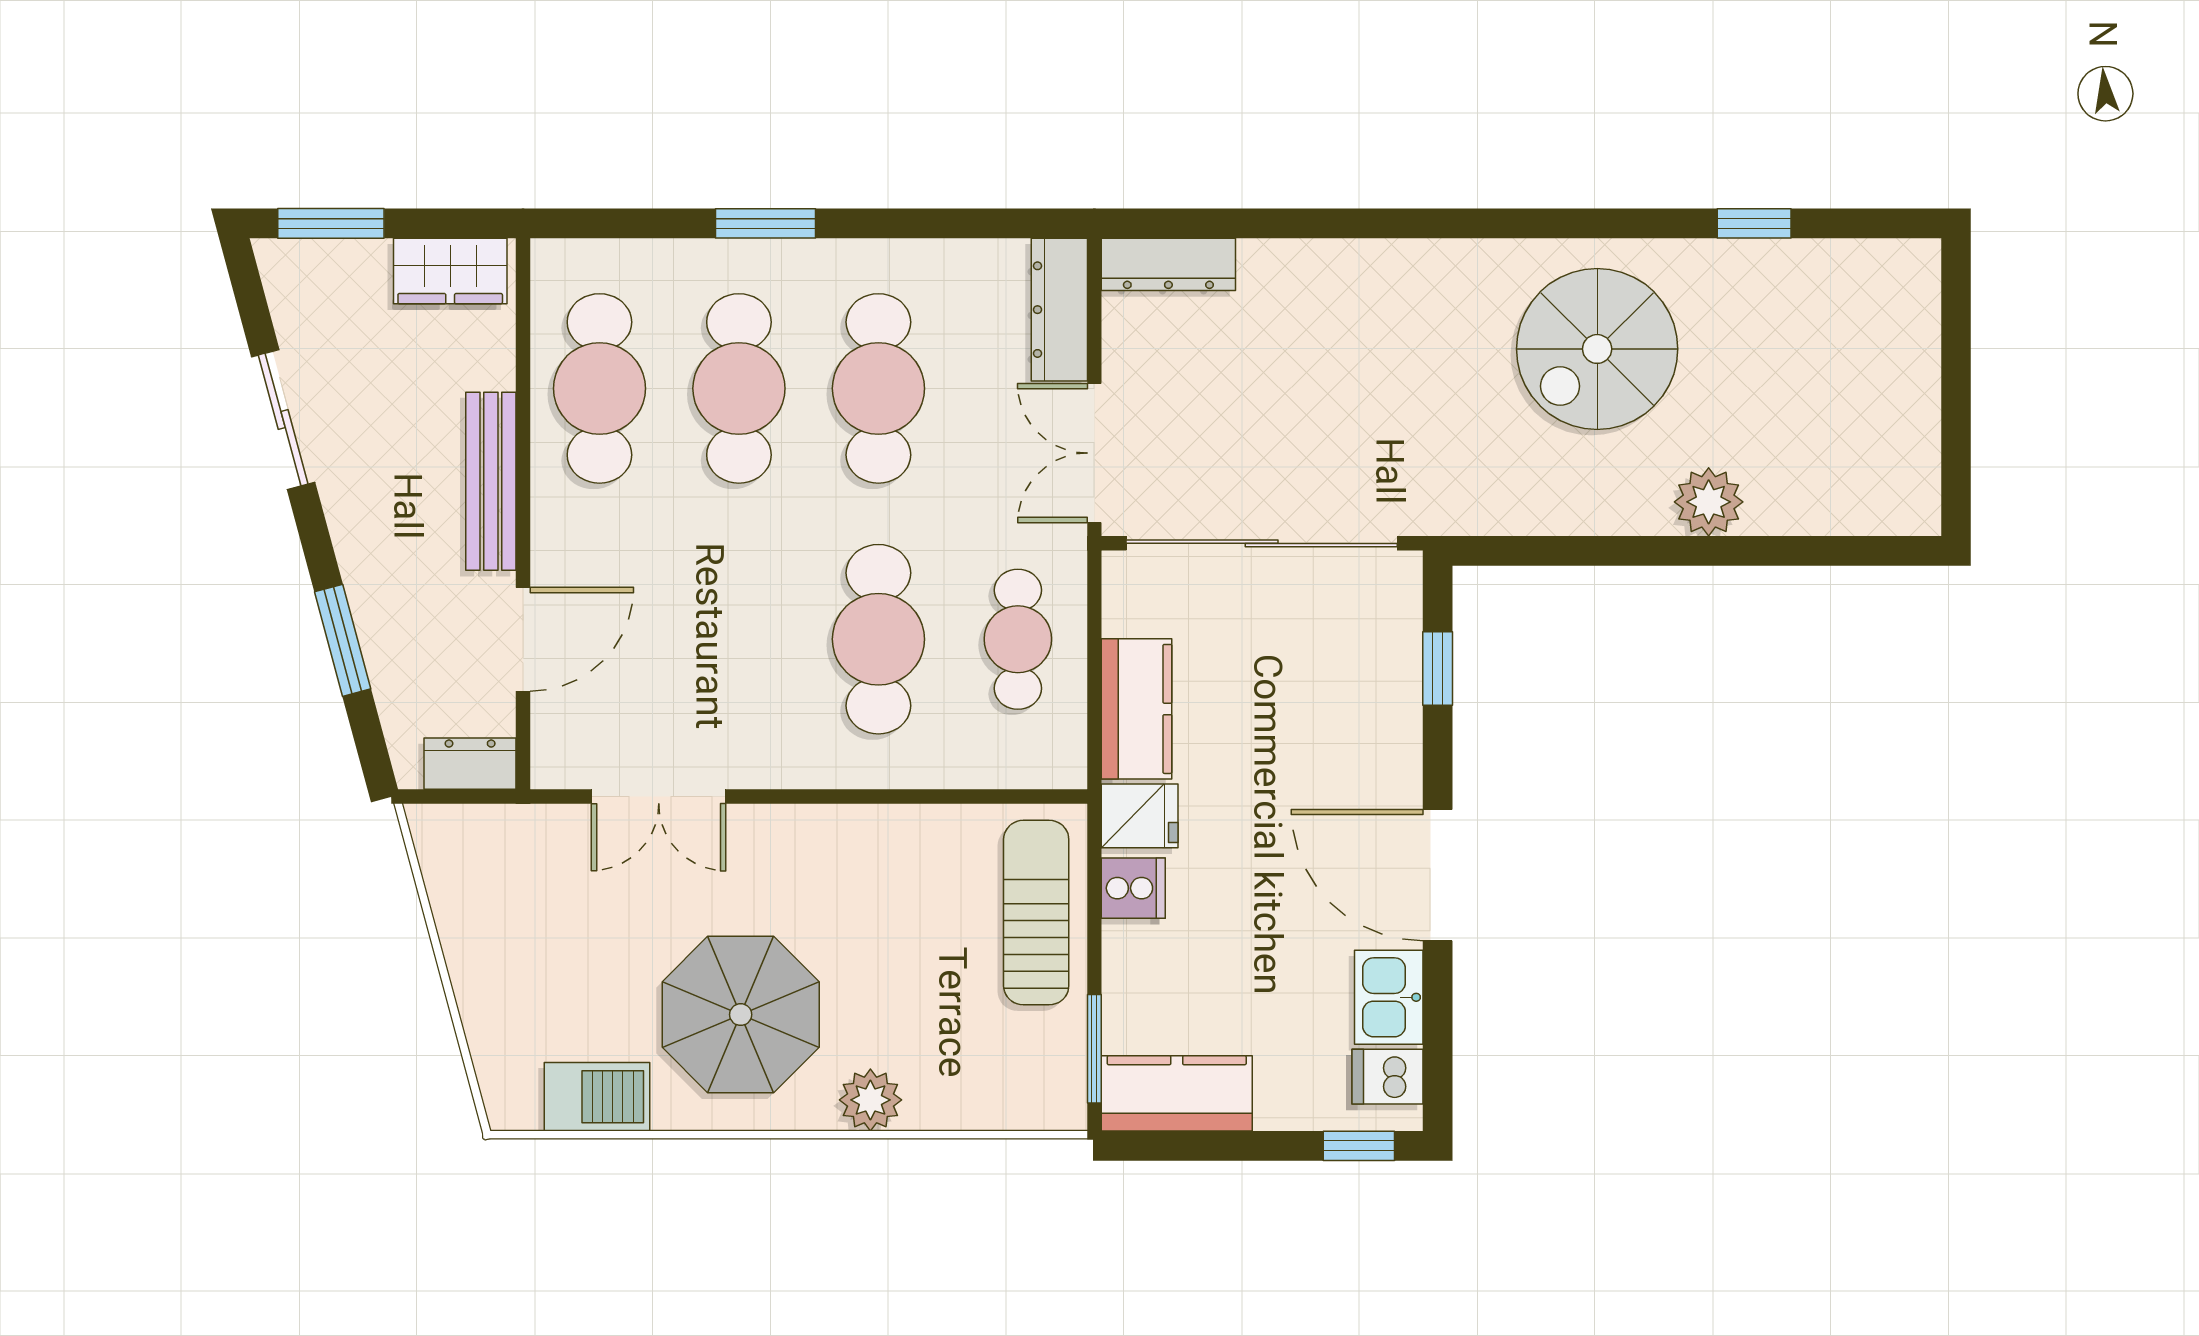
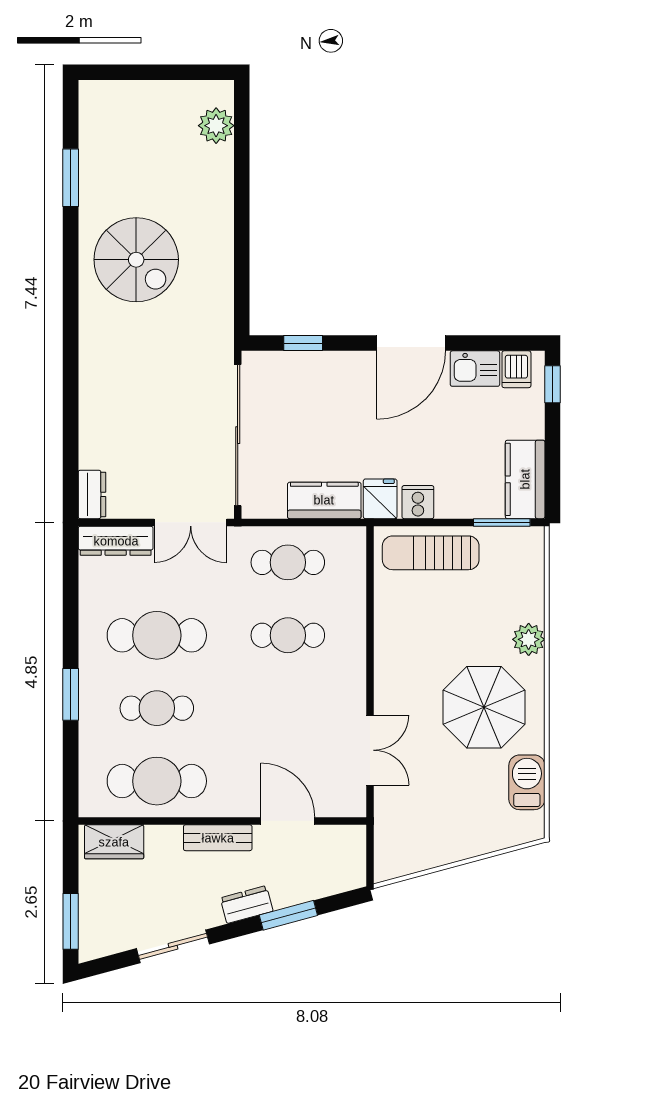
window: (1754, 223) -> (71, 178), width x1.50
dresser: (1168, 264) -> (92, 494), width x0.70
wardrobe: (450, 271) -> (114, 842), moved, turned 90
cafe table: (739, 388) -> (157, 708), width x0.73, depth x0.74
bench: (491, 481) -> (218, 838), width x0.73
plant: (1709, 502) -> (216, 126), moved
cafe table: (878, 639) -> (288, 635), width x0.73, depth x0.74
dresser: (470, 764) -> (247, 905), moved, turned 75

